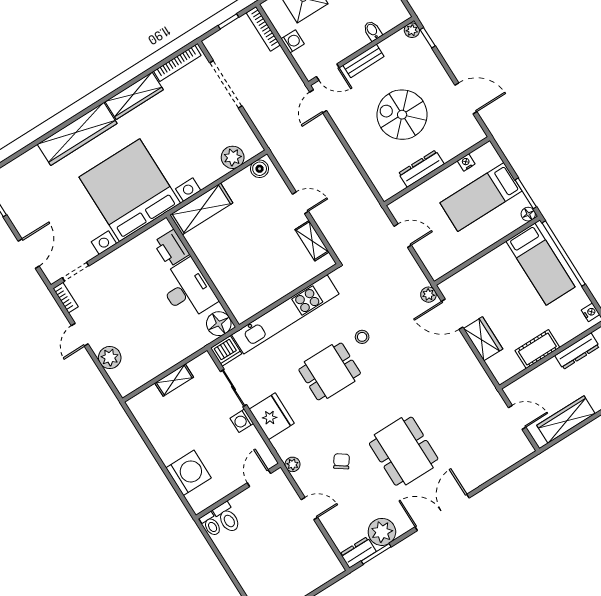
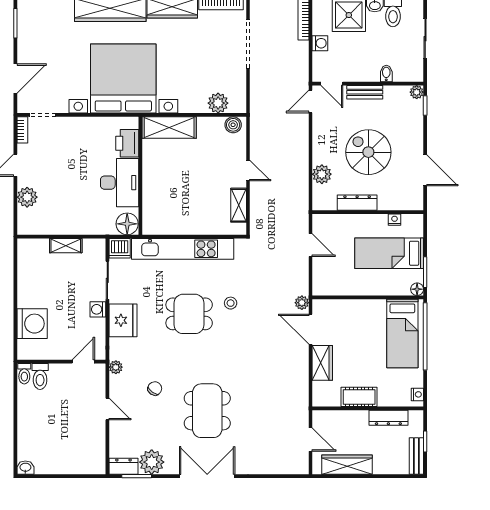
plant: (372, 163) -> (322, 174), added

